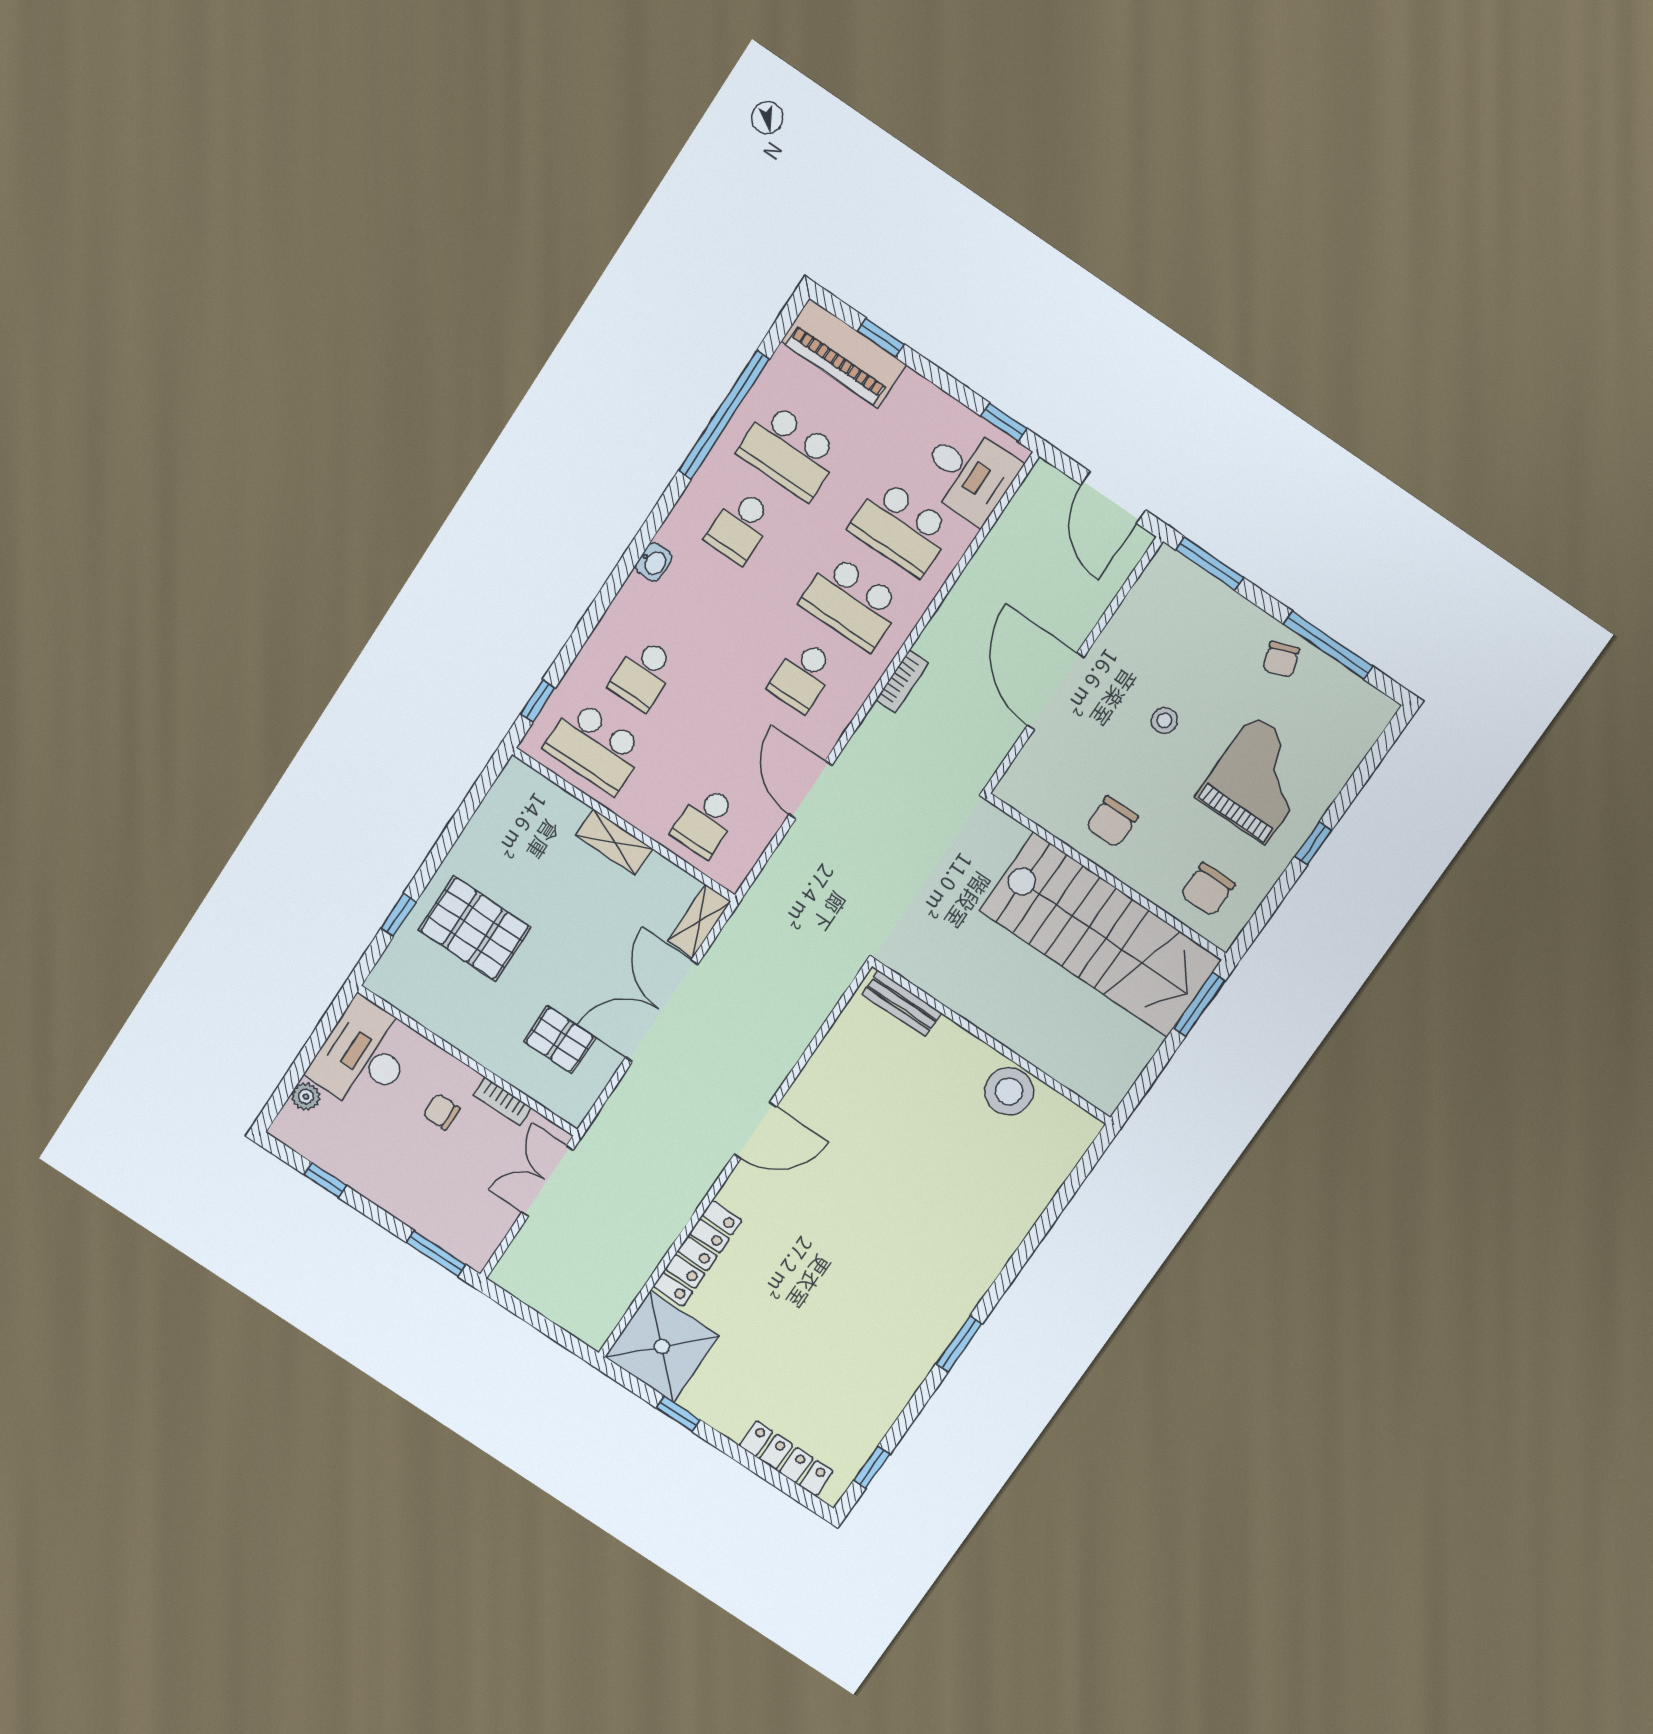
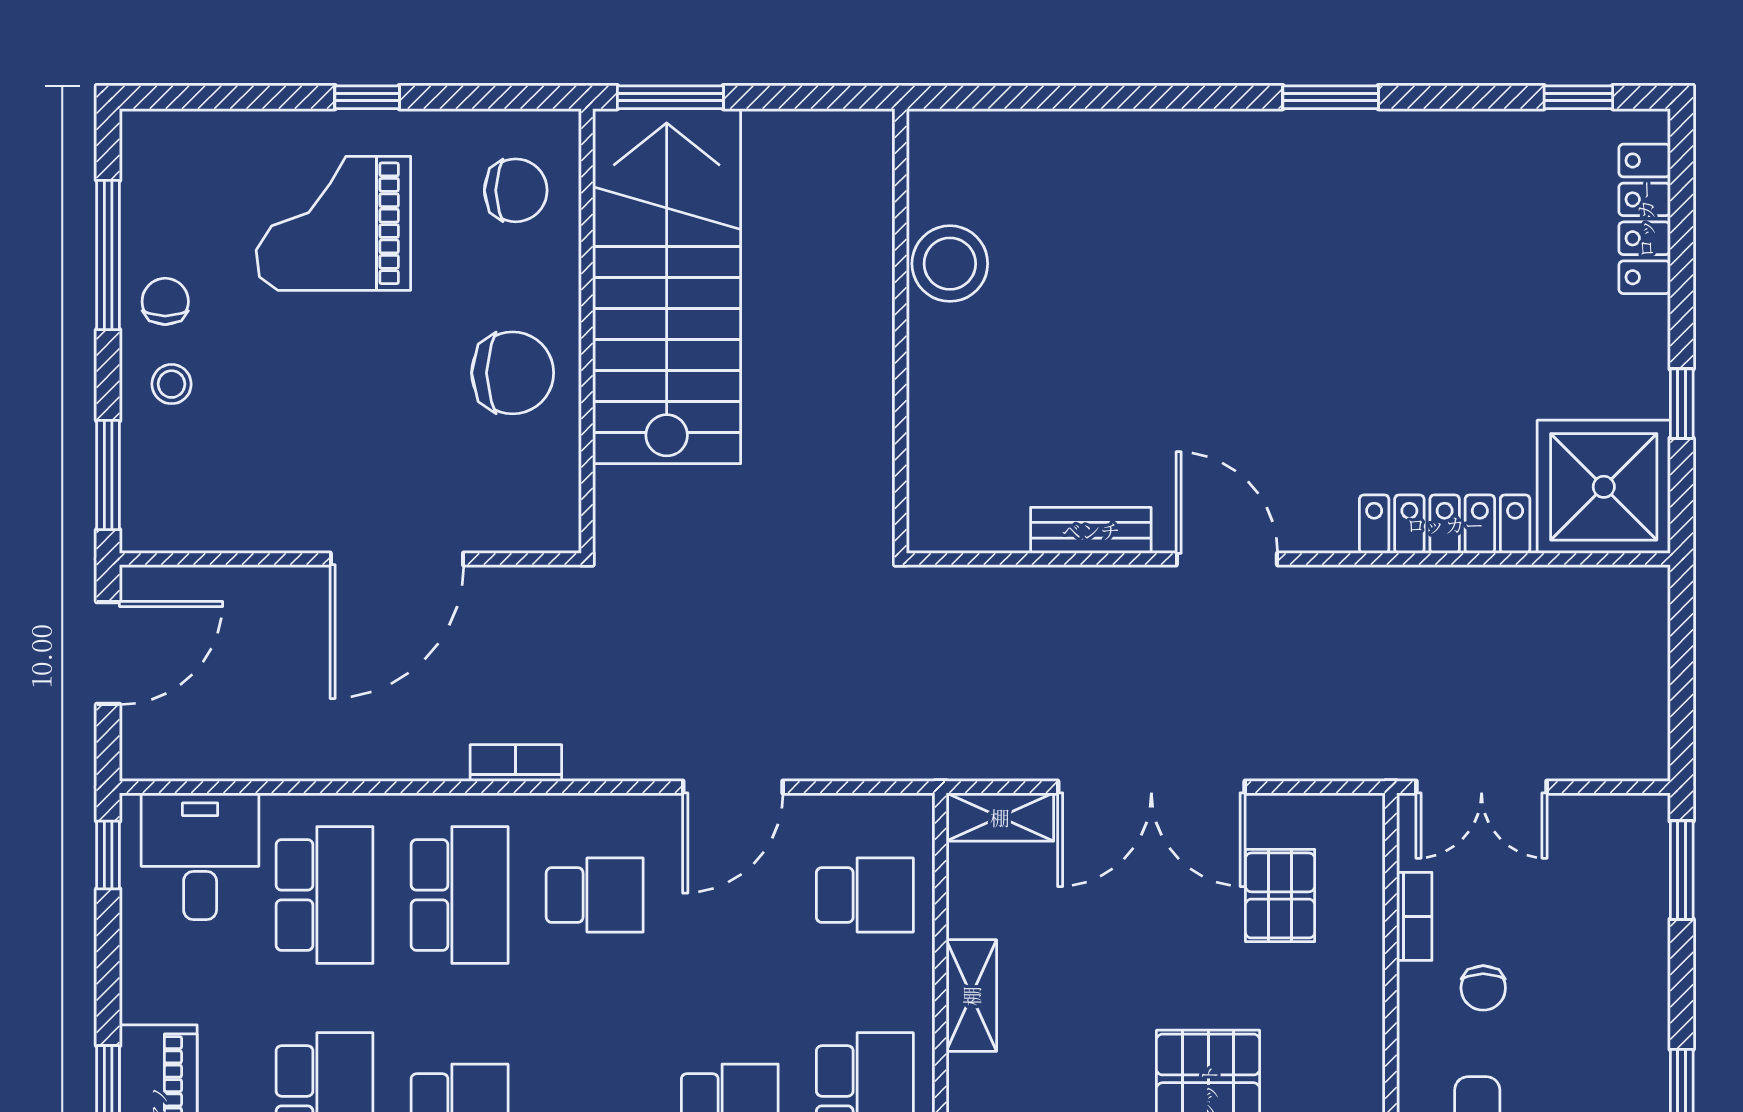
chair: (1281, 659) -> (165, 301), turned -70
stool: (1164, 720) -> (172, 384), moved
chair: (1112, 822) -> (513, 373), width x1.37, depth x1.37
bench: (902, 1004) -> (1091, 530), moved, turned 90

